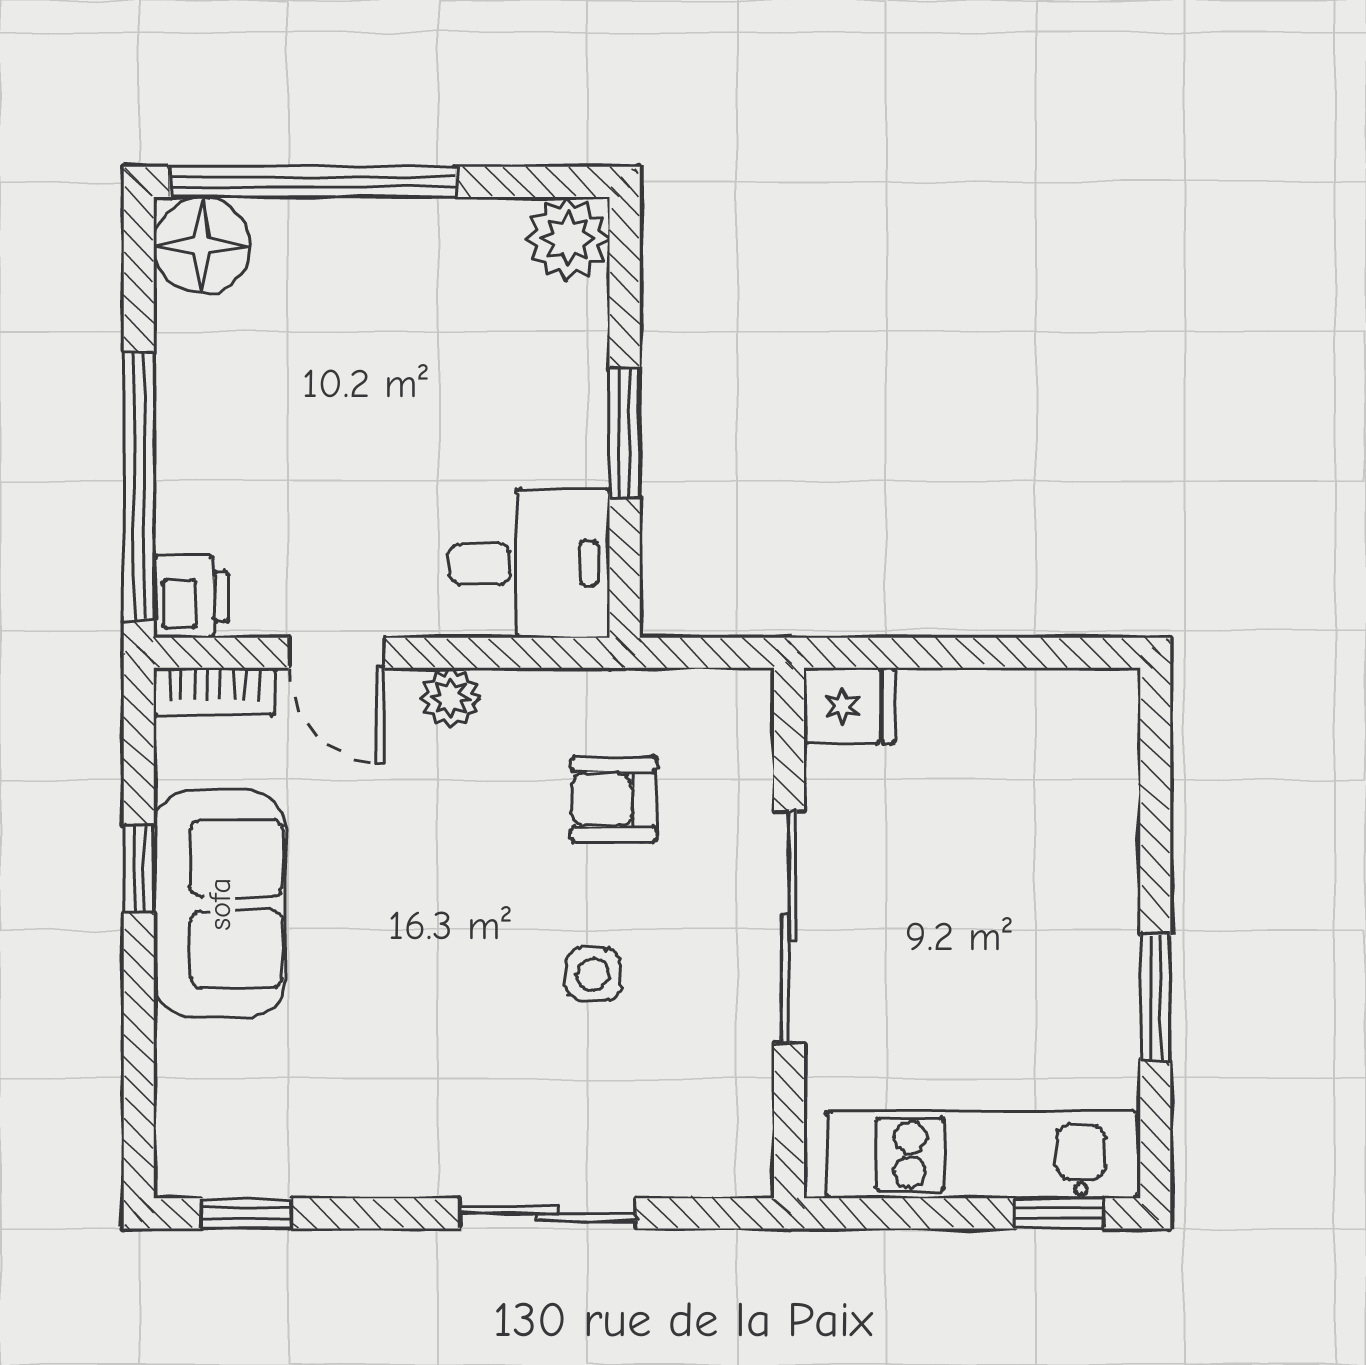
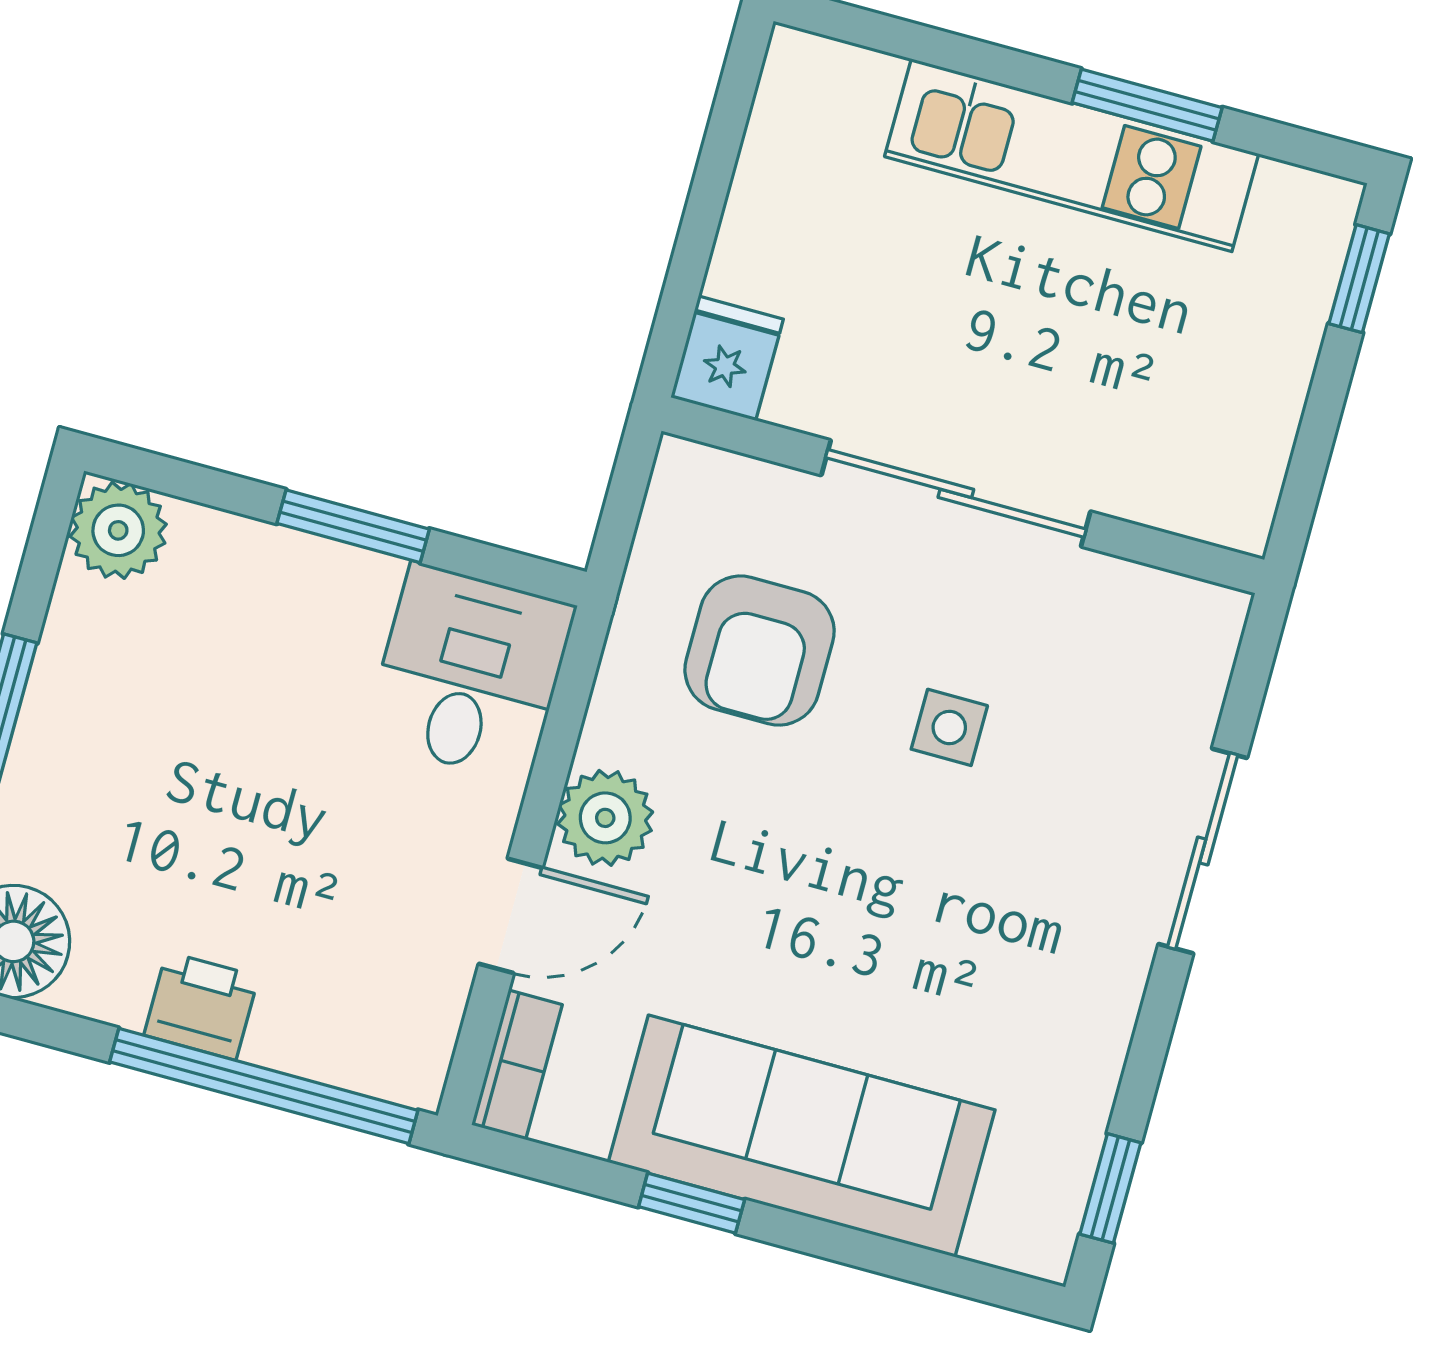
printer: (191, 597) -> (201, 1006), moved
plant: (451, 698) -> (605, 818), width x1.38, depth x1.38
armchair: (614, 799) -> (760, 651), width x1.38, depth x1.38
sofa: (220, 904) -> (802, 1136), width x1.36
kitchen unit: (982, 1155) -> (1072, 155), moved, turned -90

